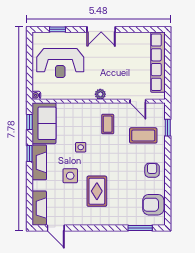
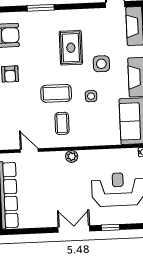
window: (57, 29) -> (110, 227), moved
coffee table: (143, 135) -> (56, 93), moved
window: (140, 228) -> (41, 8), moved

